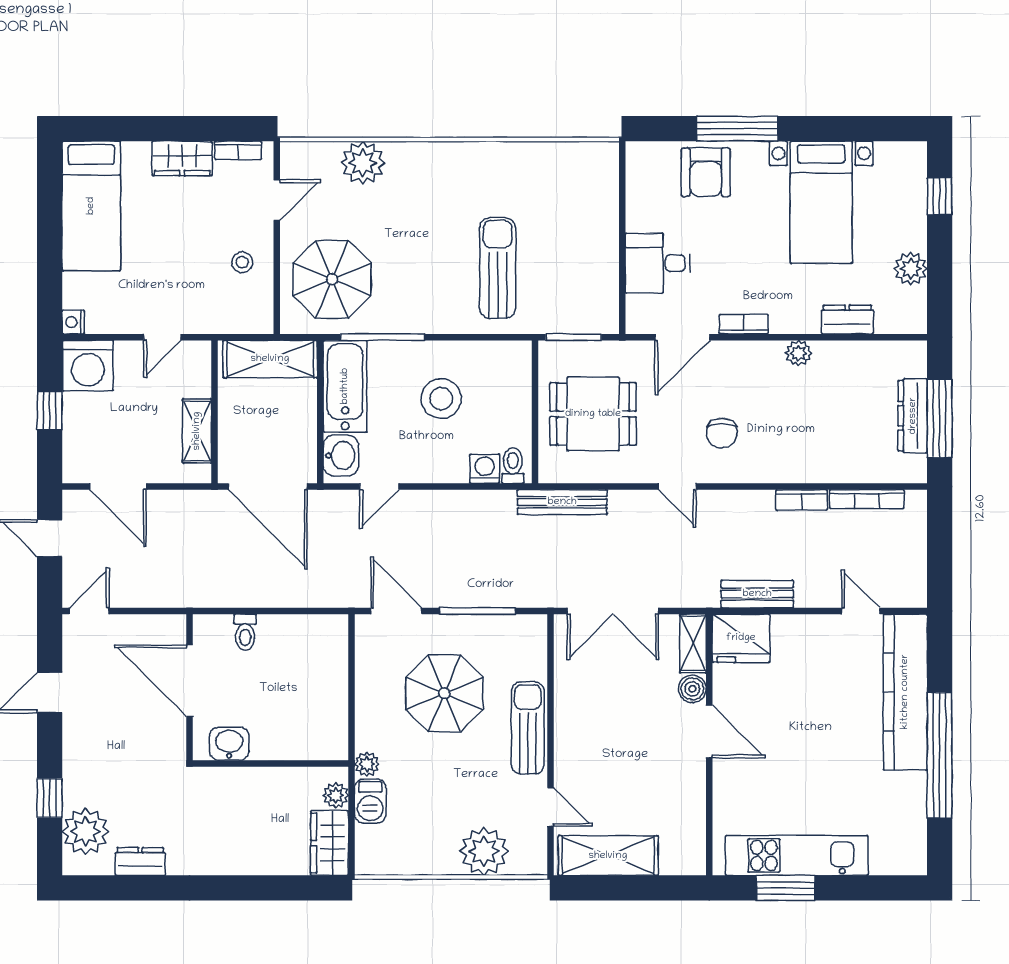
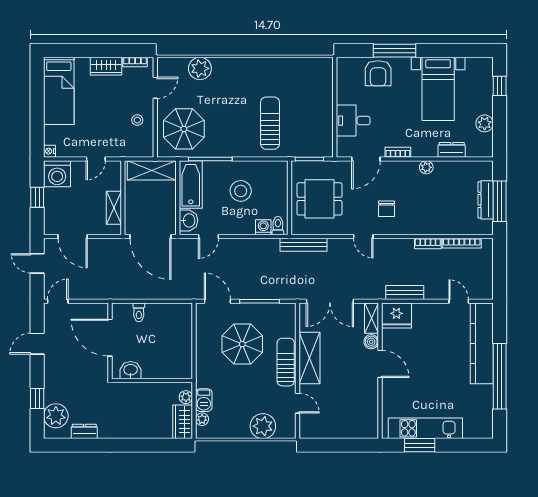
plant: (367, 764) -> (202, 419), moved
shelving: (608, 856) -> (309, 358), moved, turned 90

